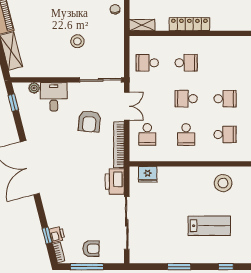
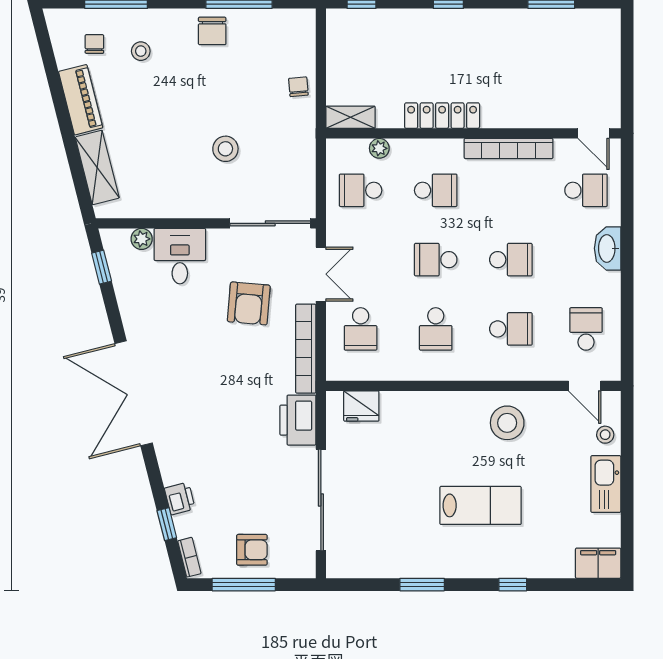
plant: (157, 41) -> (379, 148), added
bookcase: (224, 41) -> (509, 148), added
printer: (57, 234) -> (180, 498), moved

